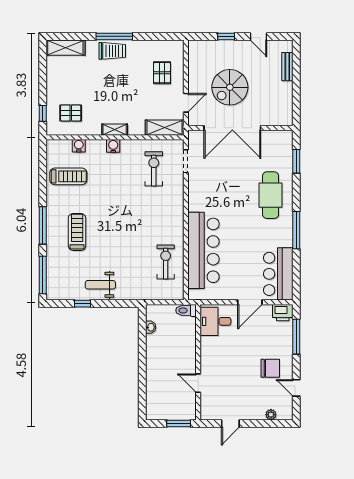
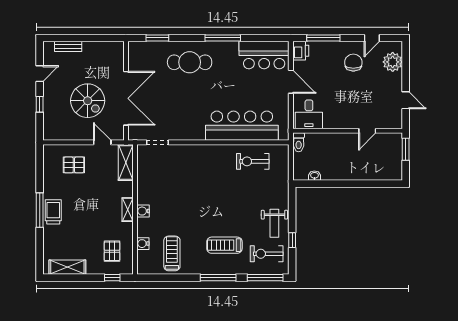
shelving: (65, 48) -> (67, 267), moved, turned 90
exercise bike: (154, 169) -> (267, 254), moved
plant: (271, 415) -> (393, 62), width x1.87, depth x1.87

